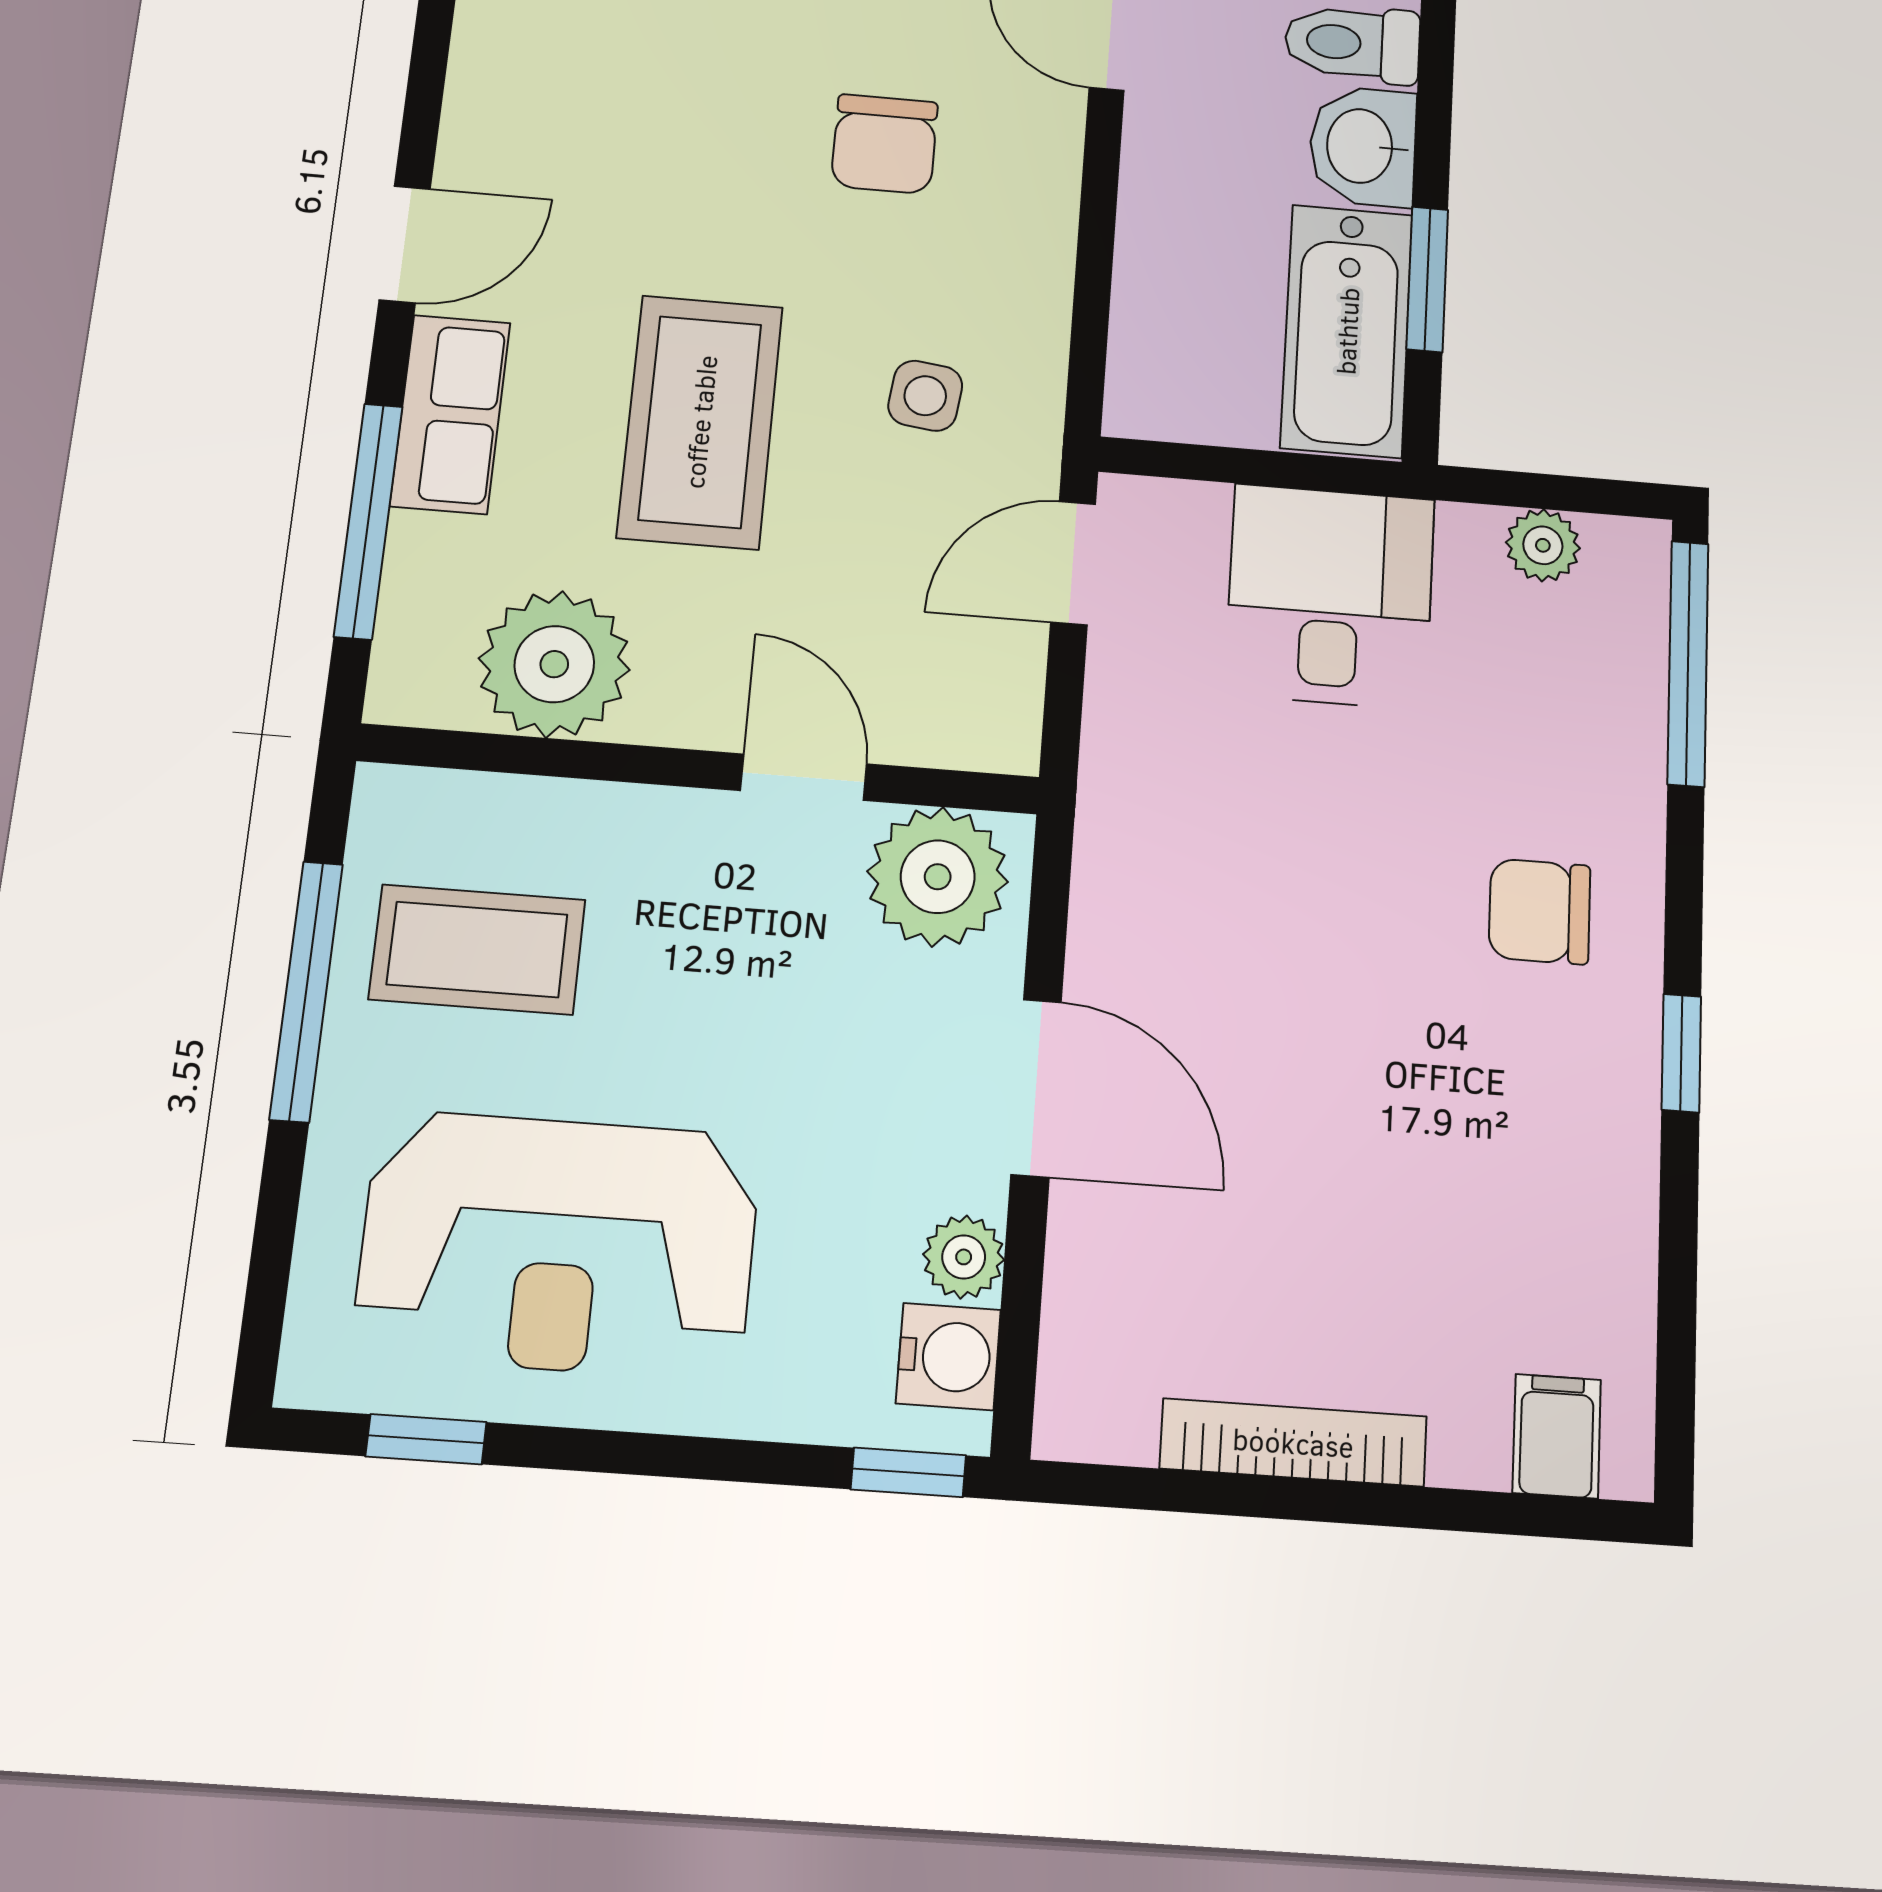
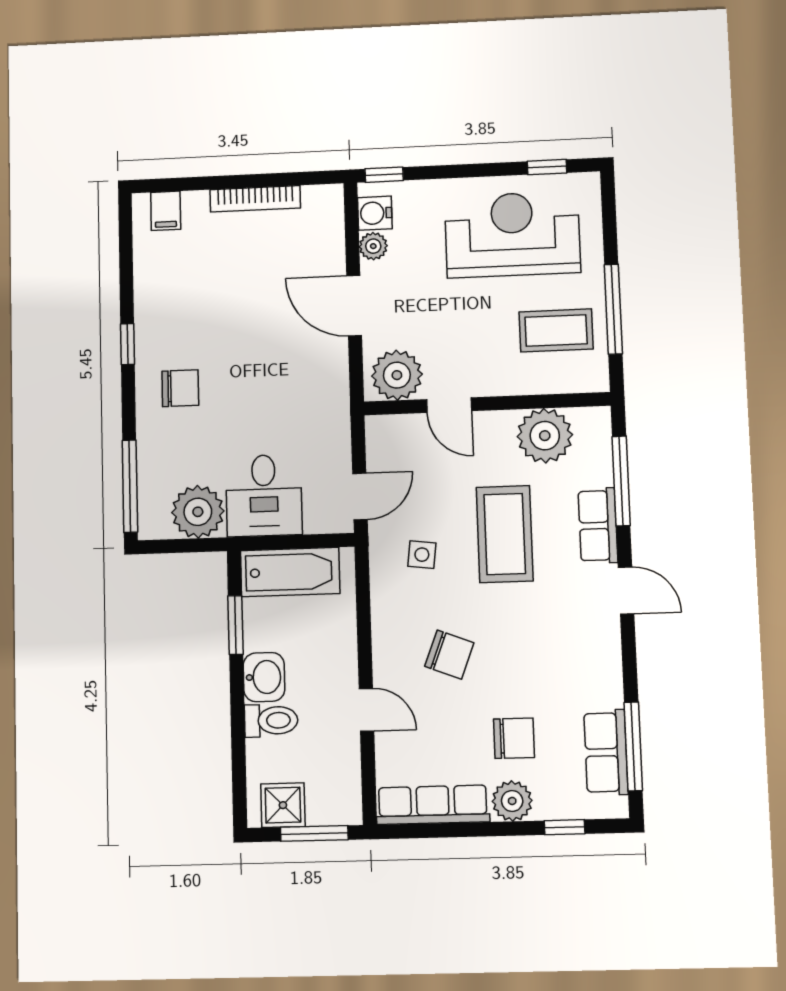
chair: (884, 144) -> (449, 655), turned 111
door: (405, 244) -> (626, 590), swing flipped
bathtub: (1347, 331) -> (290, 572), moved, turned 90
plant: (1543, 545) -> (198, 512), width x1.87, depth x1.87

